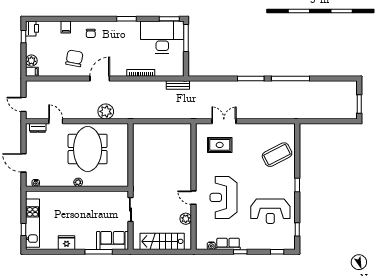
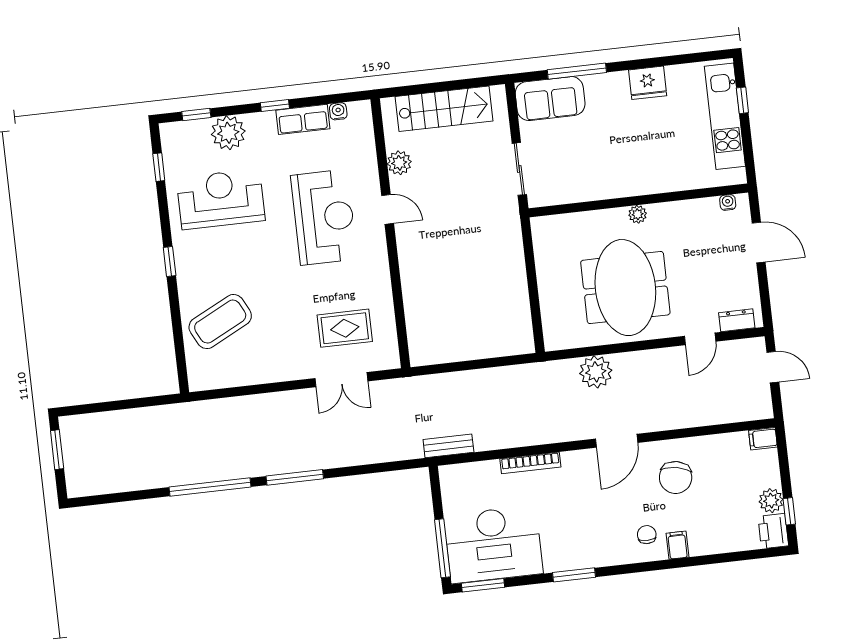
filing cabinet: (66, 27) -> (677, 545), moved
plant: (31, 61) -> (771, 501), moved
door: (56, 121) -> (700, 339), hinge flipped
plant: (263, 242) -> (228, 133), added

